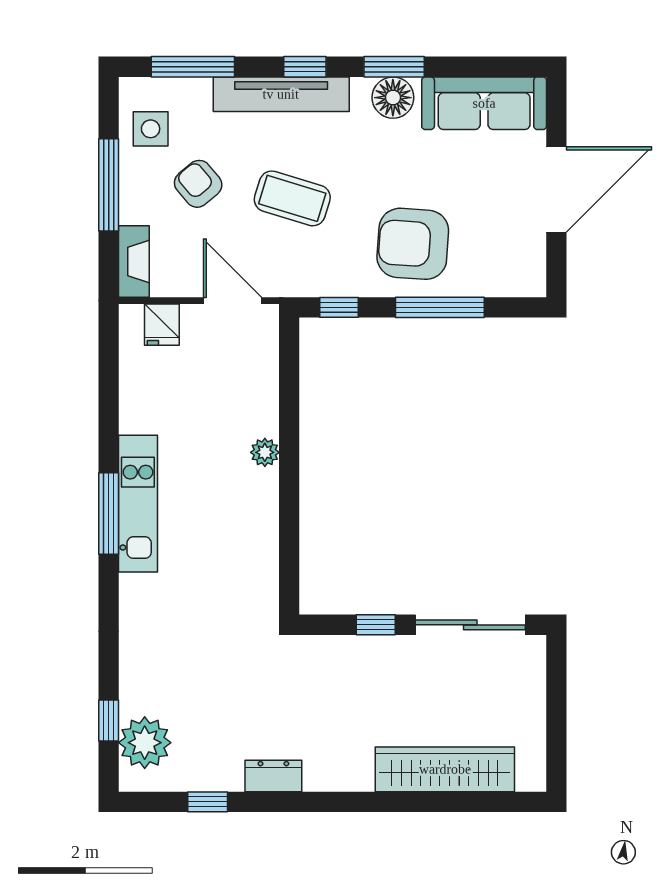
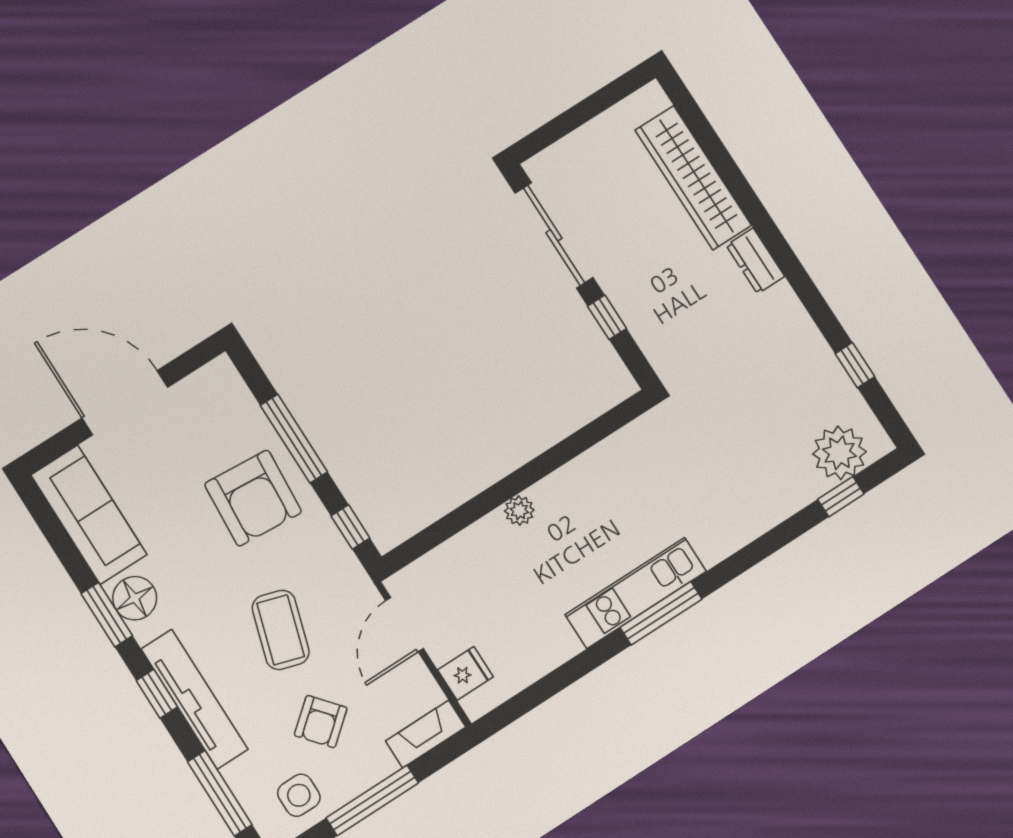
dresser: (273, 776) -> (755, 261), moved

